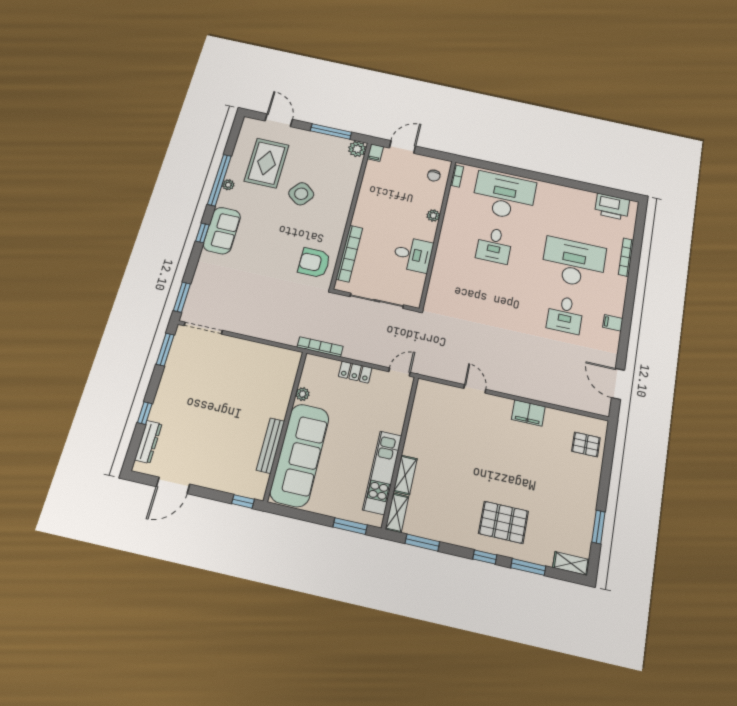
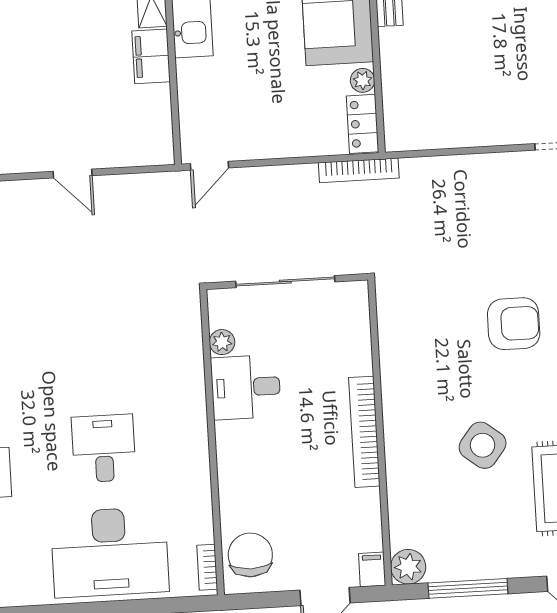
chair: (434, 176) -> (250, 555), width x1.87, depth x1.87
plant: (433, 216) -> (222, 342), moved
bookcase: (349, 253) -> (364, 432), moved
armchair: (314, 263) -> (514, 324), moved
locker: (355, 372) -> (363, 124), moved, turned -90
filing cabinet: (415, 441) -> (151, 56), added

